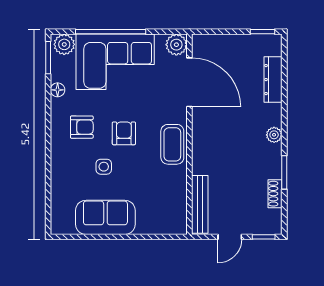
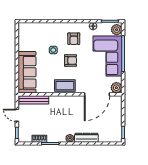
dresser: (273, 80) -> (86, 138), moved
sofa: (105, 217) -> (27, 72), moved, width x1.36

